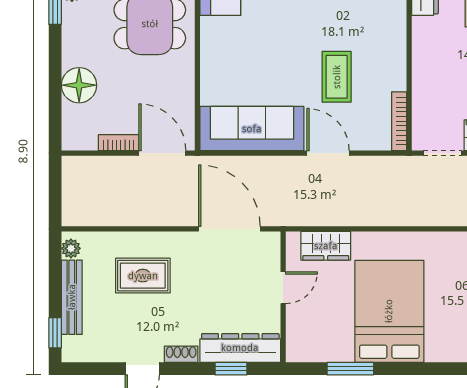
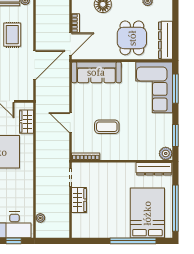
sofa: (252, 129) -> (96, 72), moved, turned 90
door: (328, 153) -> (70, 123), swing flipped
door: (229, 229) -> (34, 65), moved

